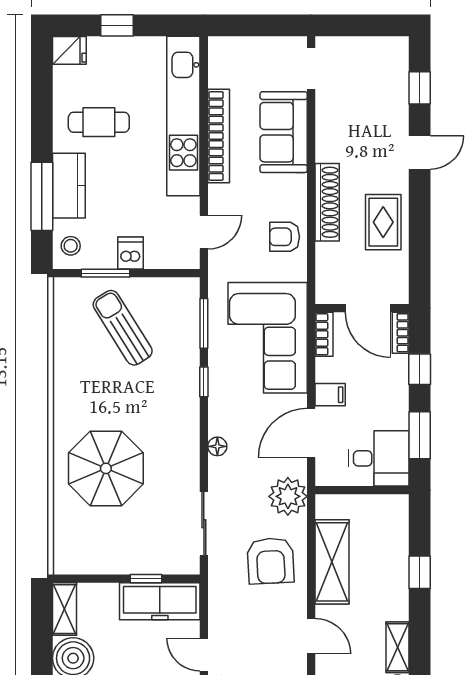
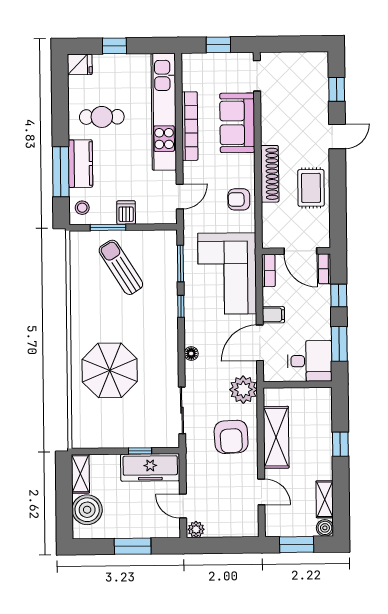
window: (259, 25) -> (218, 45), added

